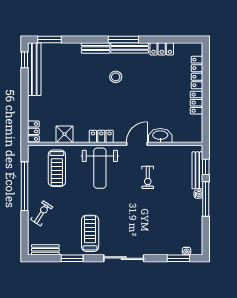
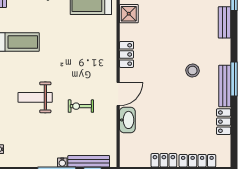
bench: (96, 48) -> (225, 22), moved
door: (137, 144) -> (118, 94), hinge flipped
weight bench: (100, 168) -> (35, 97), moved, width x0.73, depth x0.75

